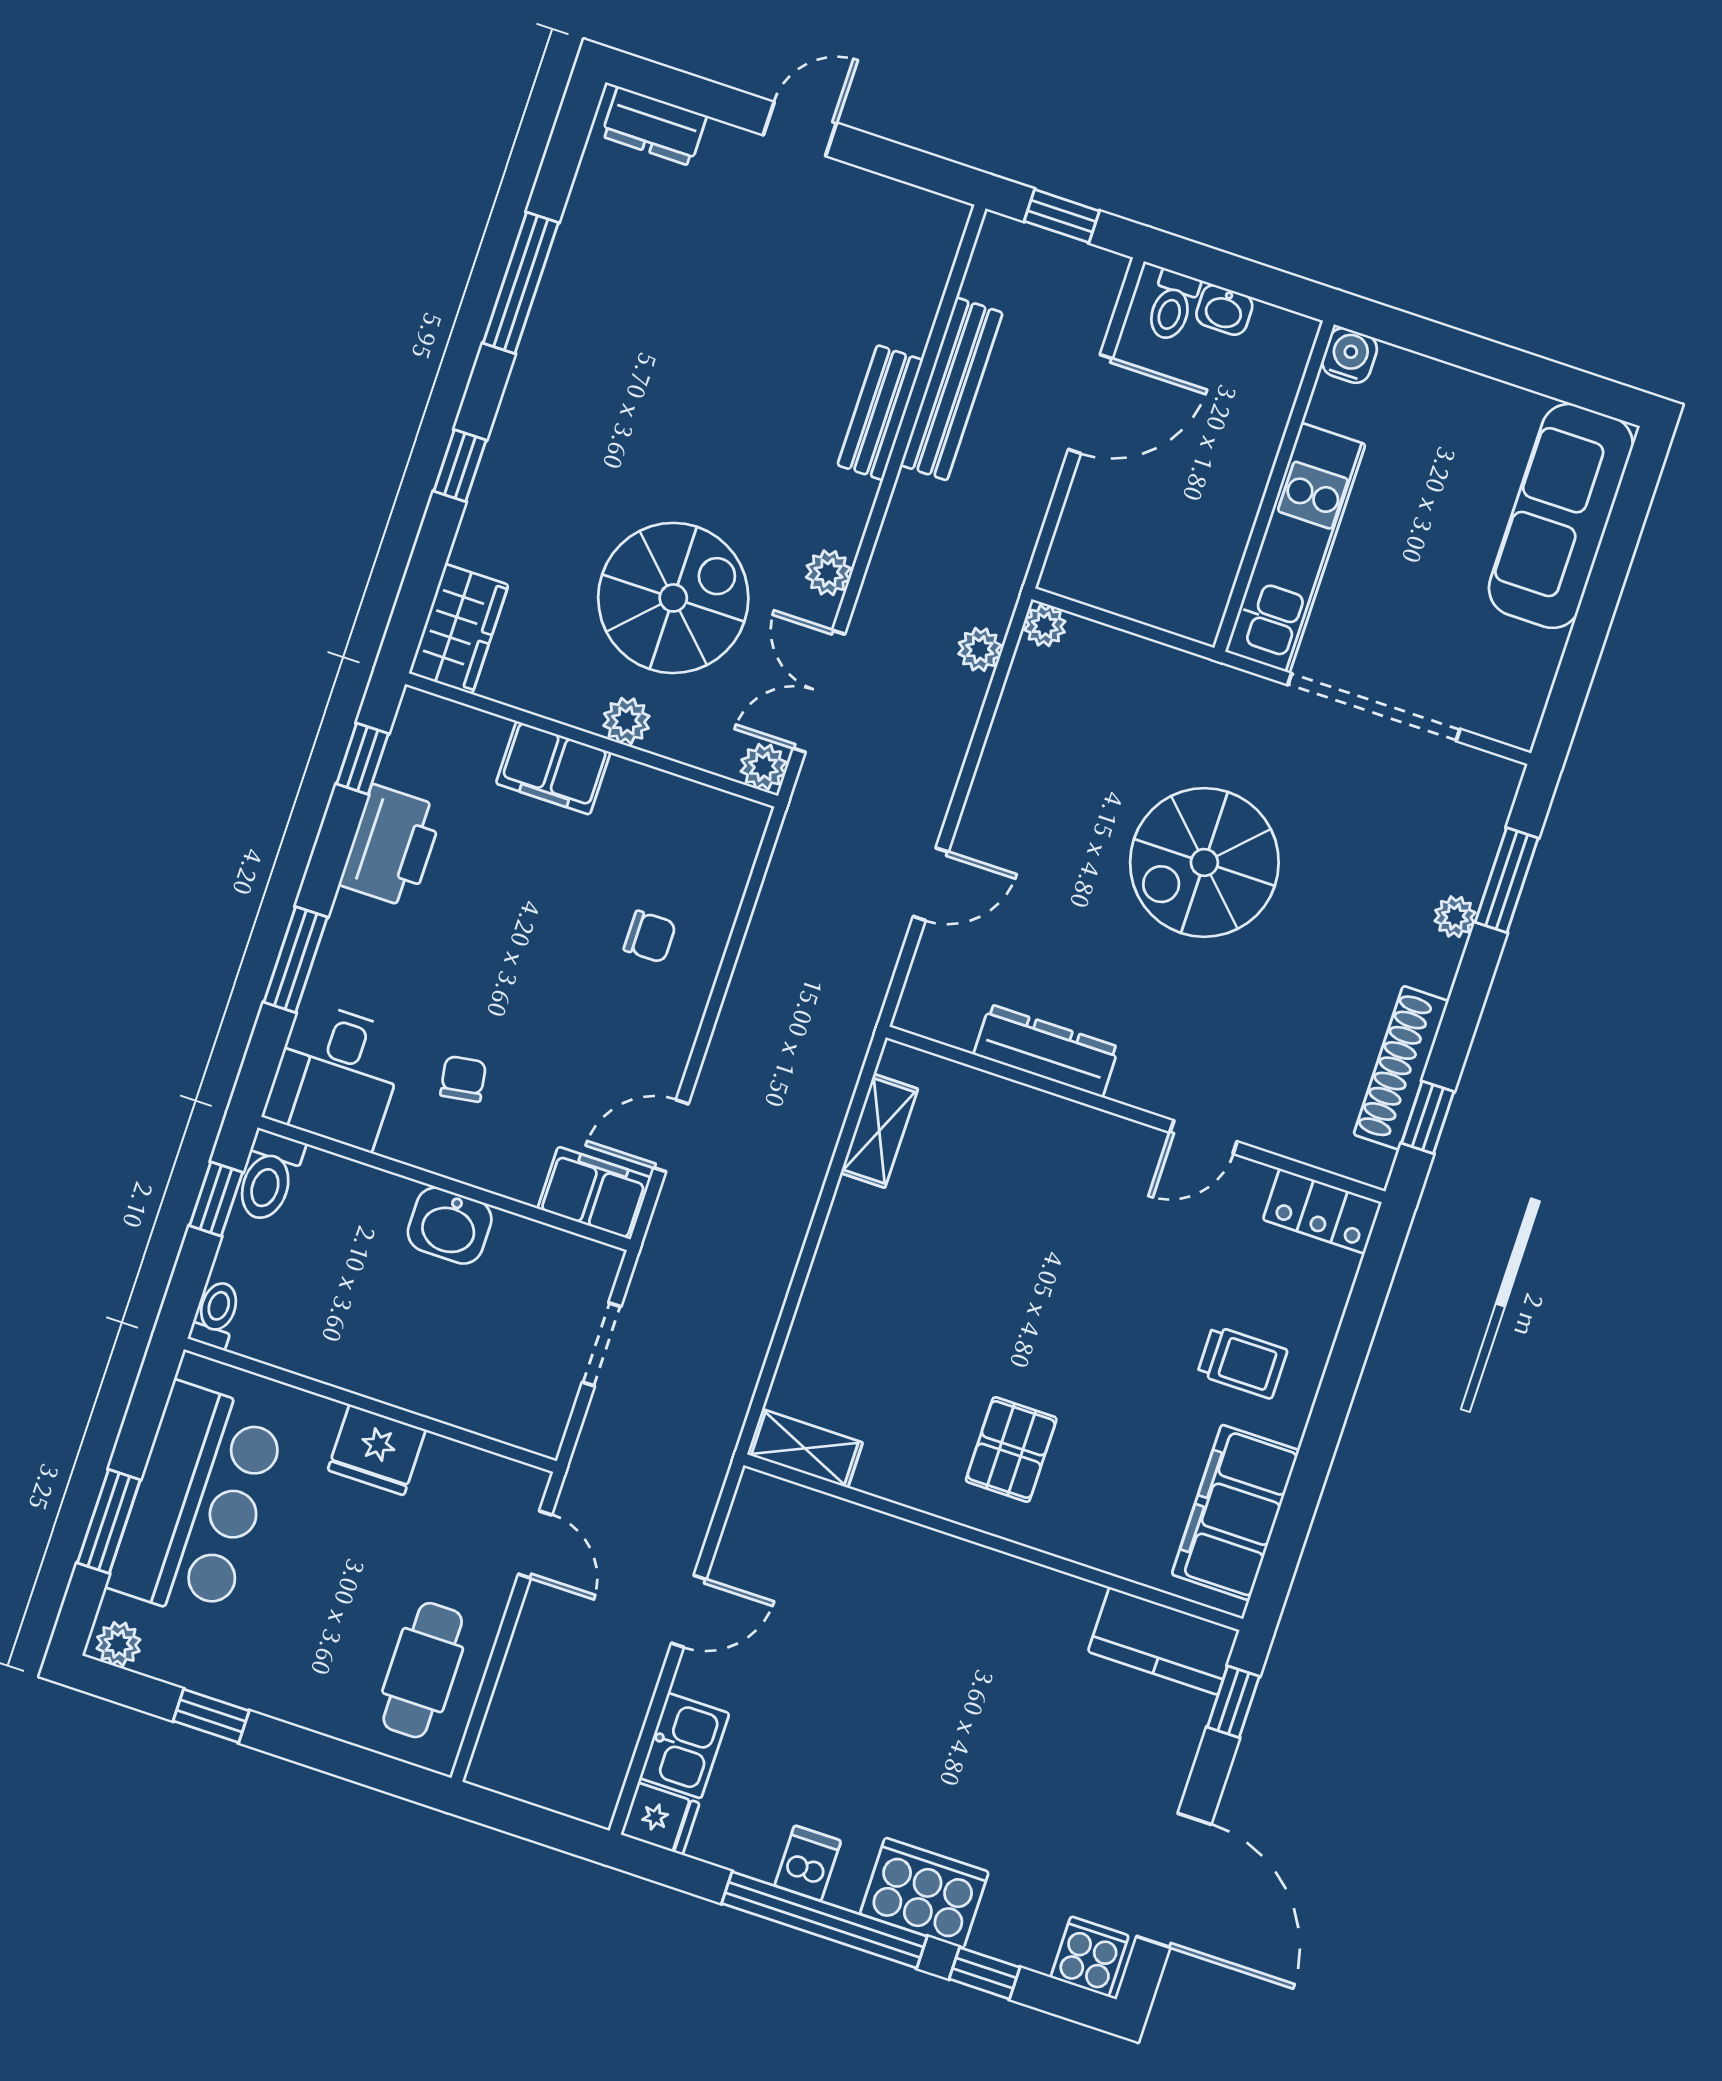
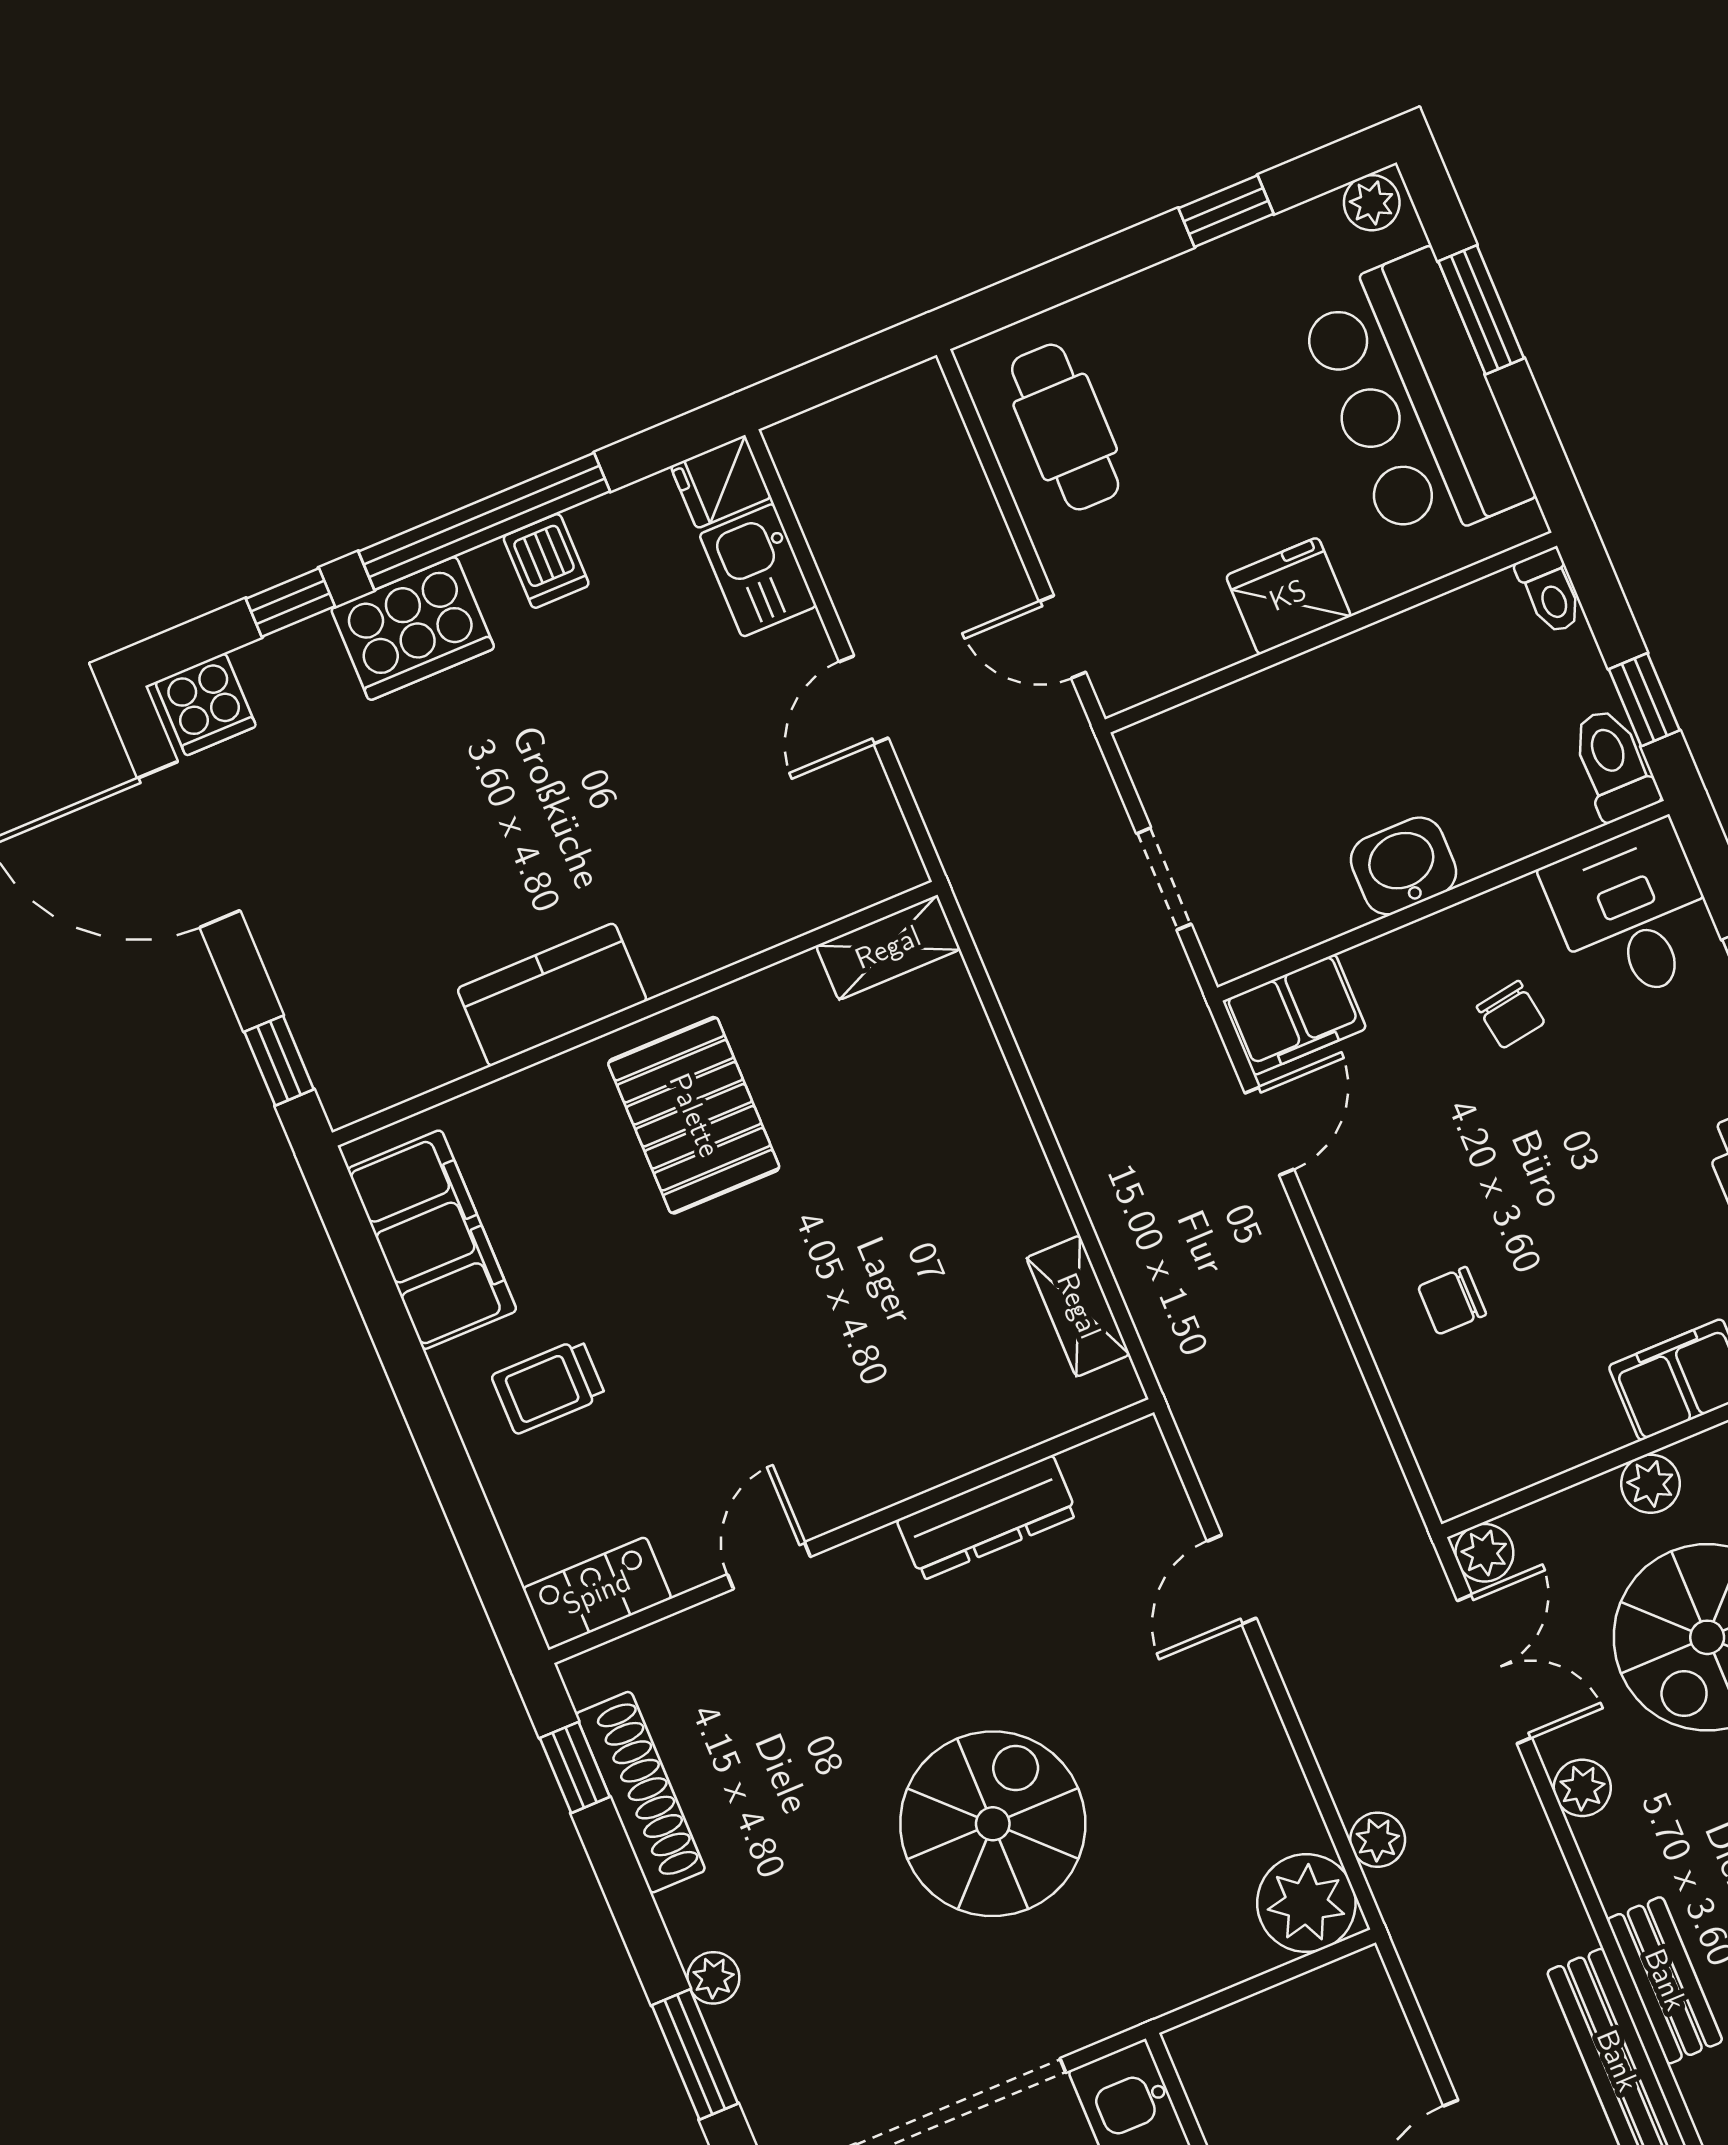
plant: (1045, 626) -> (1306, 1903), width x1.87, depth x1.87
pallet: (1011, 1449) -> (694, 1115), width x1.50, depth x1.42
kitchen counter: (1164, 1641) -> (552, 995), moved

